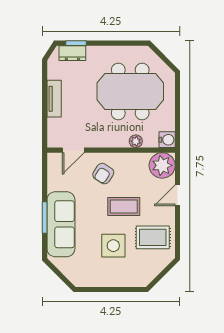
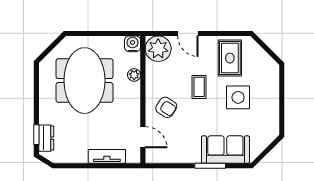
tv unit: (54, 99) -> (107, 156), moved
coffee table: (124, 206) -> (199, 87), width x0.73, depth x0.77
sofa: (61, 224) -> (225, 150), width x0.73

